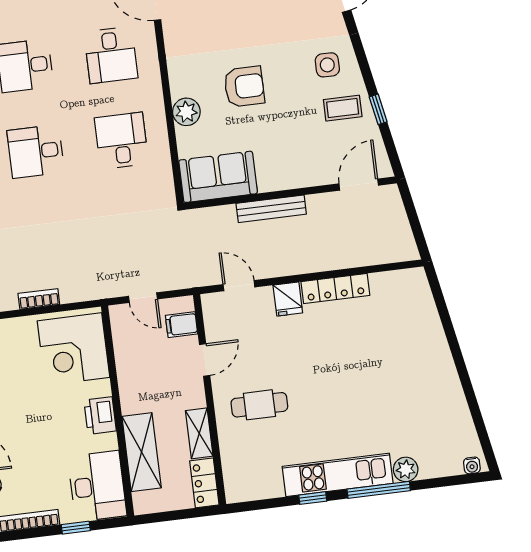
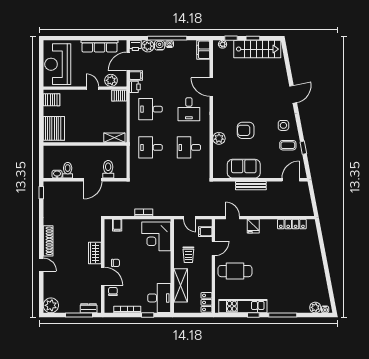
armchair: (244, 87) -> (246, 130), turned 180
desk: (122, 141) -> (189, 147), turned -90
sofa: (218, 177) -> (244, 169), moved
locker: (335, 288) -> (292, 224), moved
trolley: (150, 381) -> (188, 255), added
cafe table: (259, 405) -> (235, 271), width x1.37, depth x1.35
printer: (100, 416) -> (164, 267), removed
shelving: (199, 433) -> (207, 280), removed
plant: (406, 469) -> (315, 307), moved
kitchen unit: (338, 475) -> (243, 306), moved

